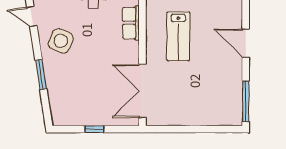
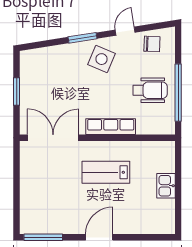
row of seats: (131, 23) -> (111, 127), width x1.48
window: (41, 75) -> (82, 38), moved
window: (94, 129) -> (17, 91), width x1.50

